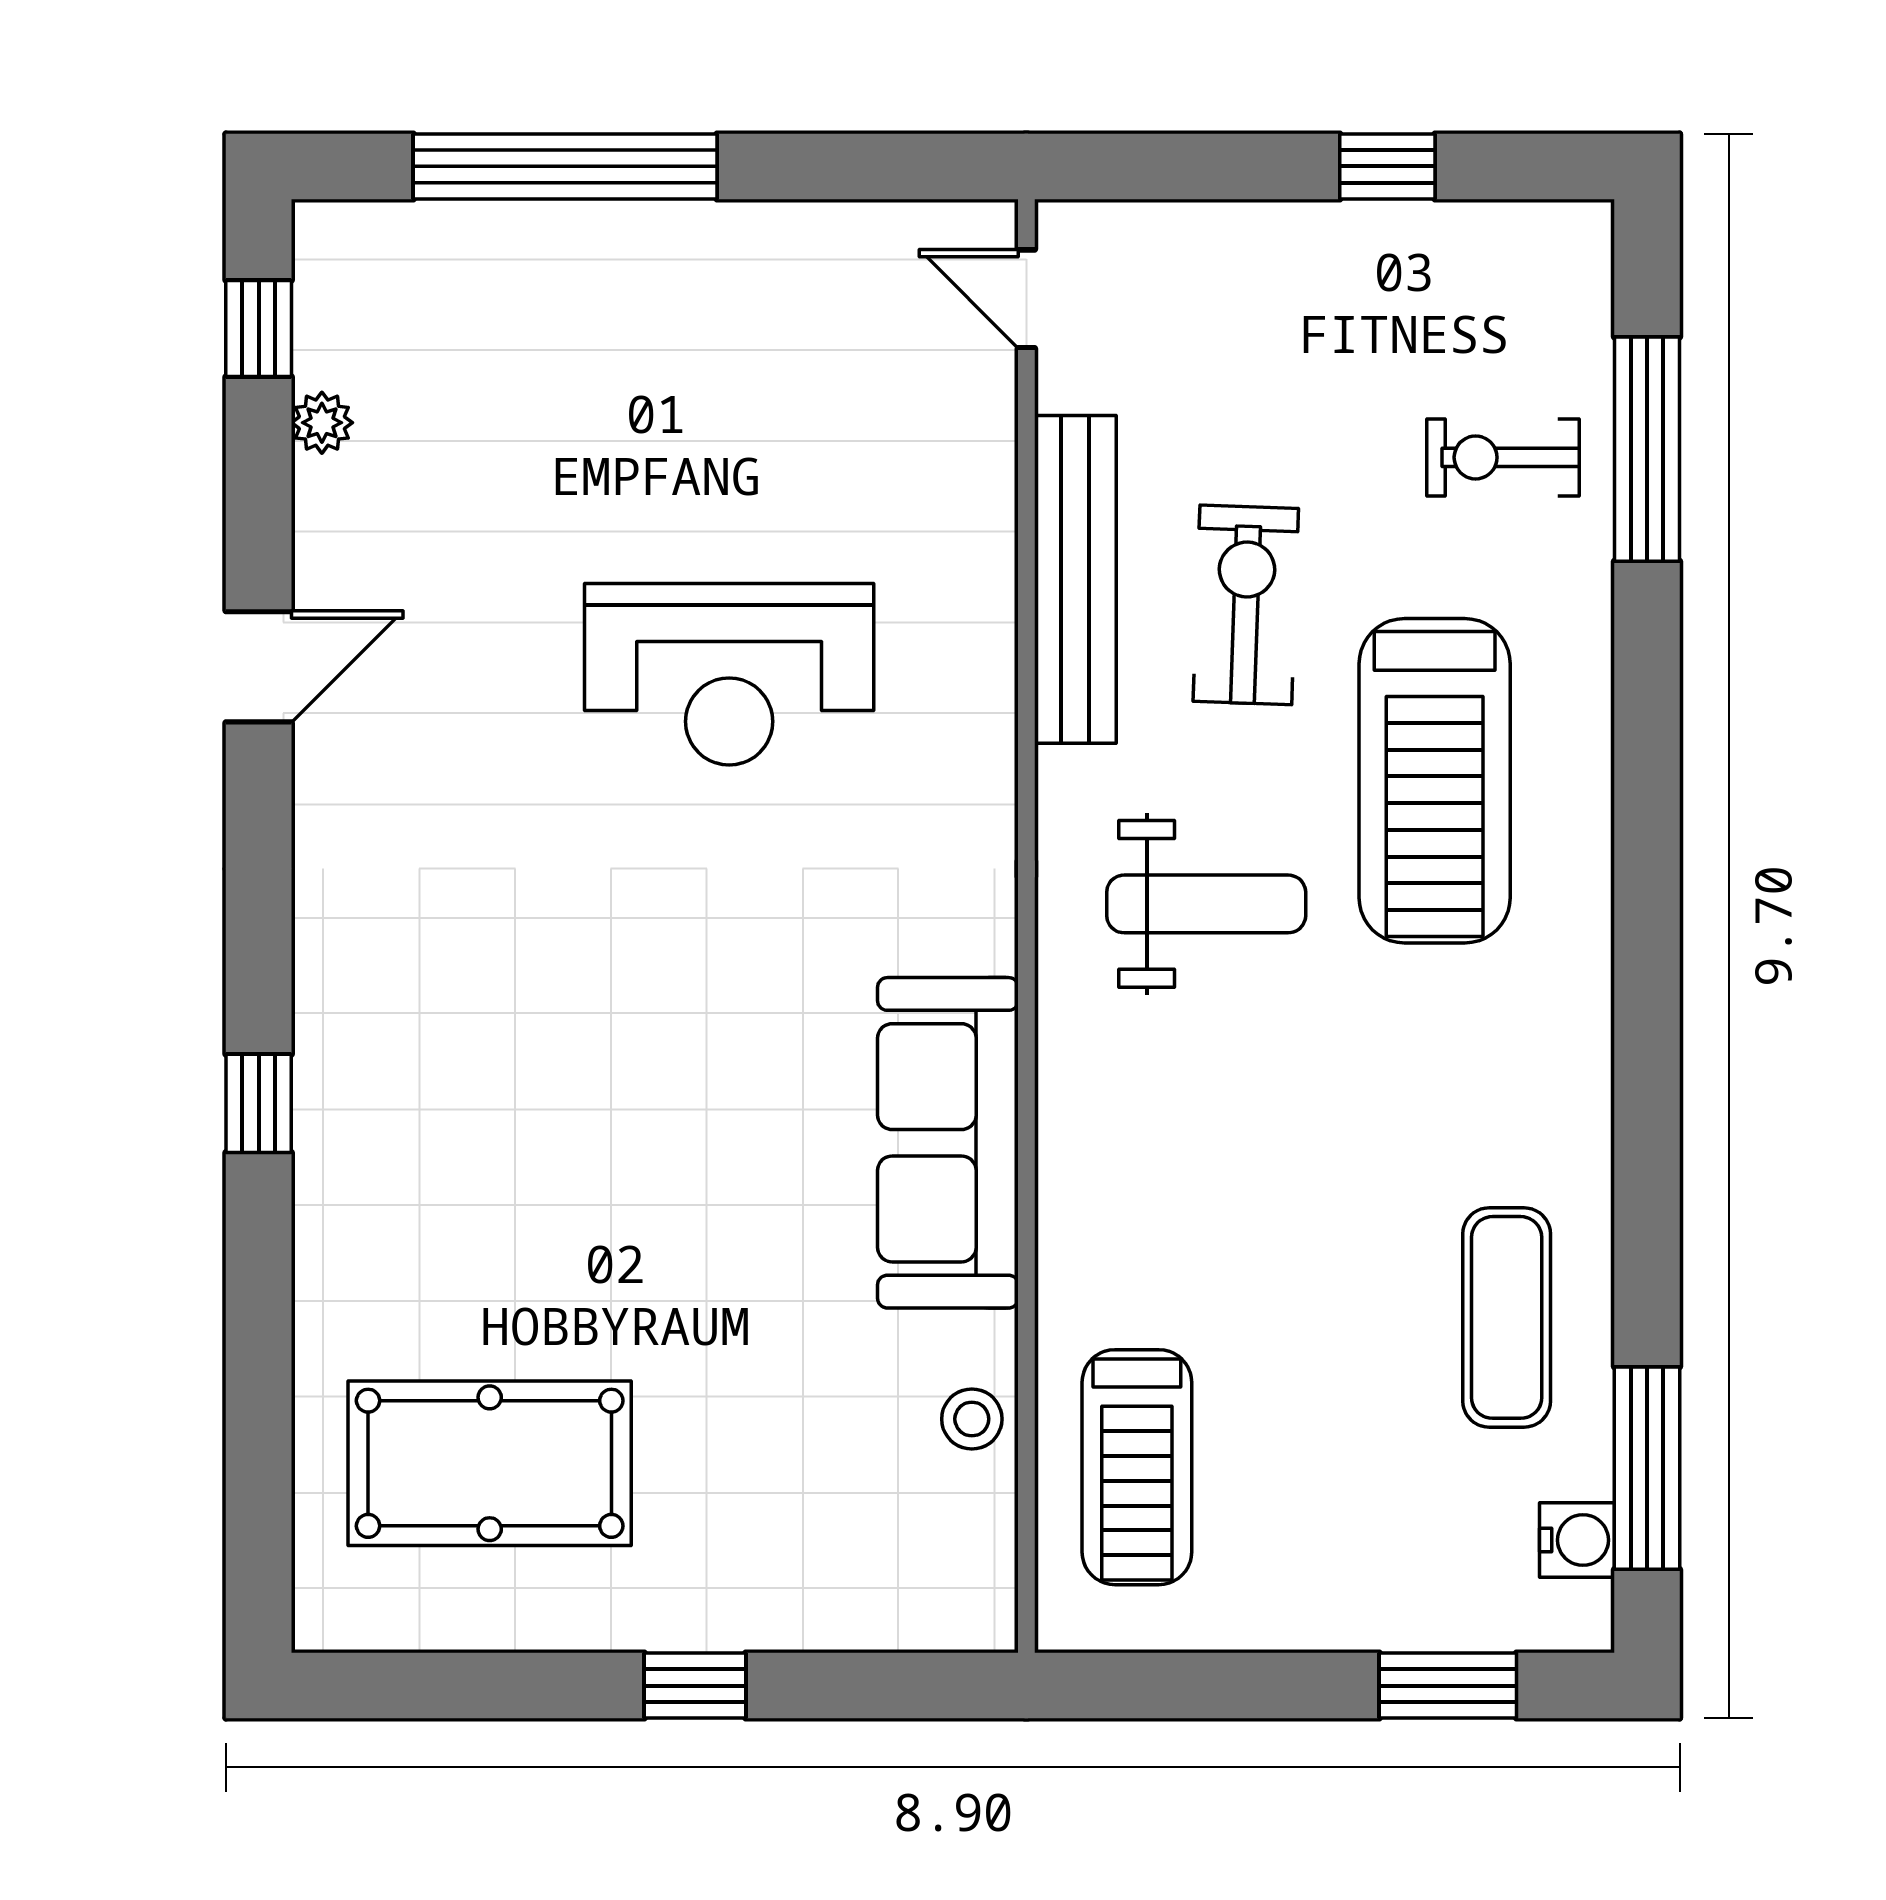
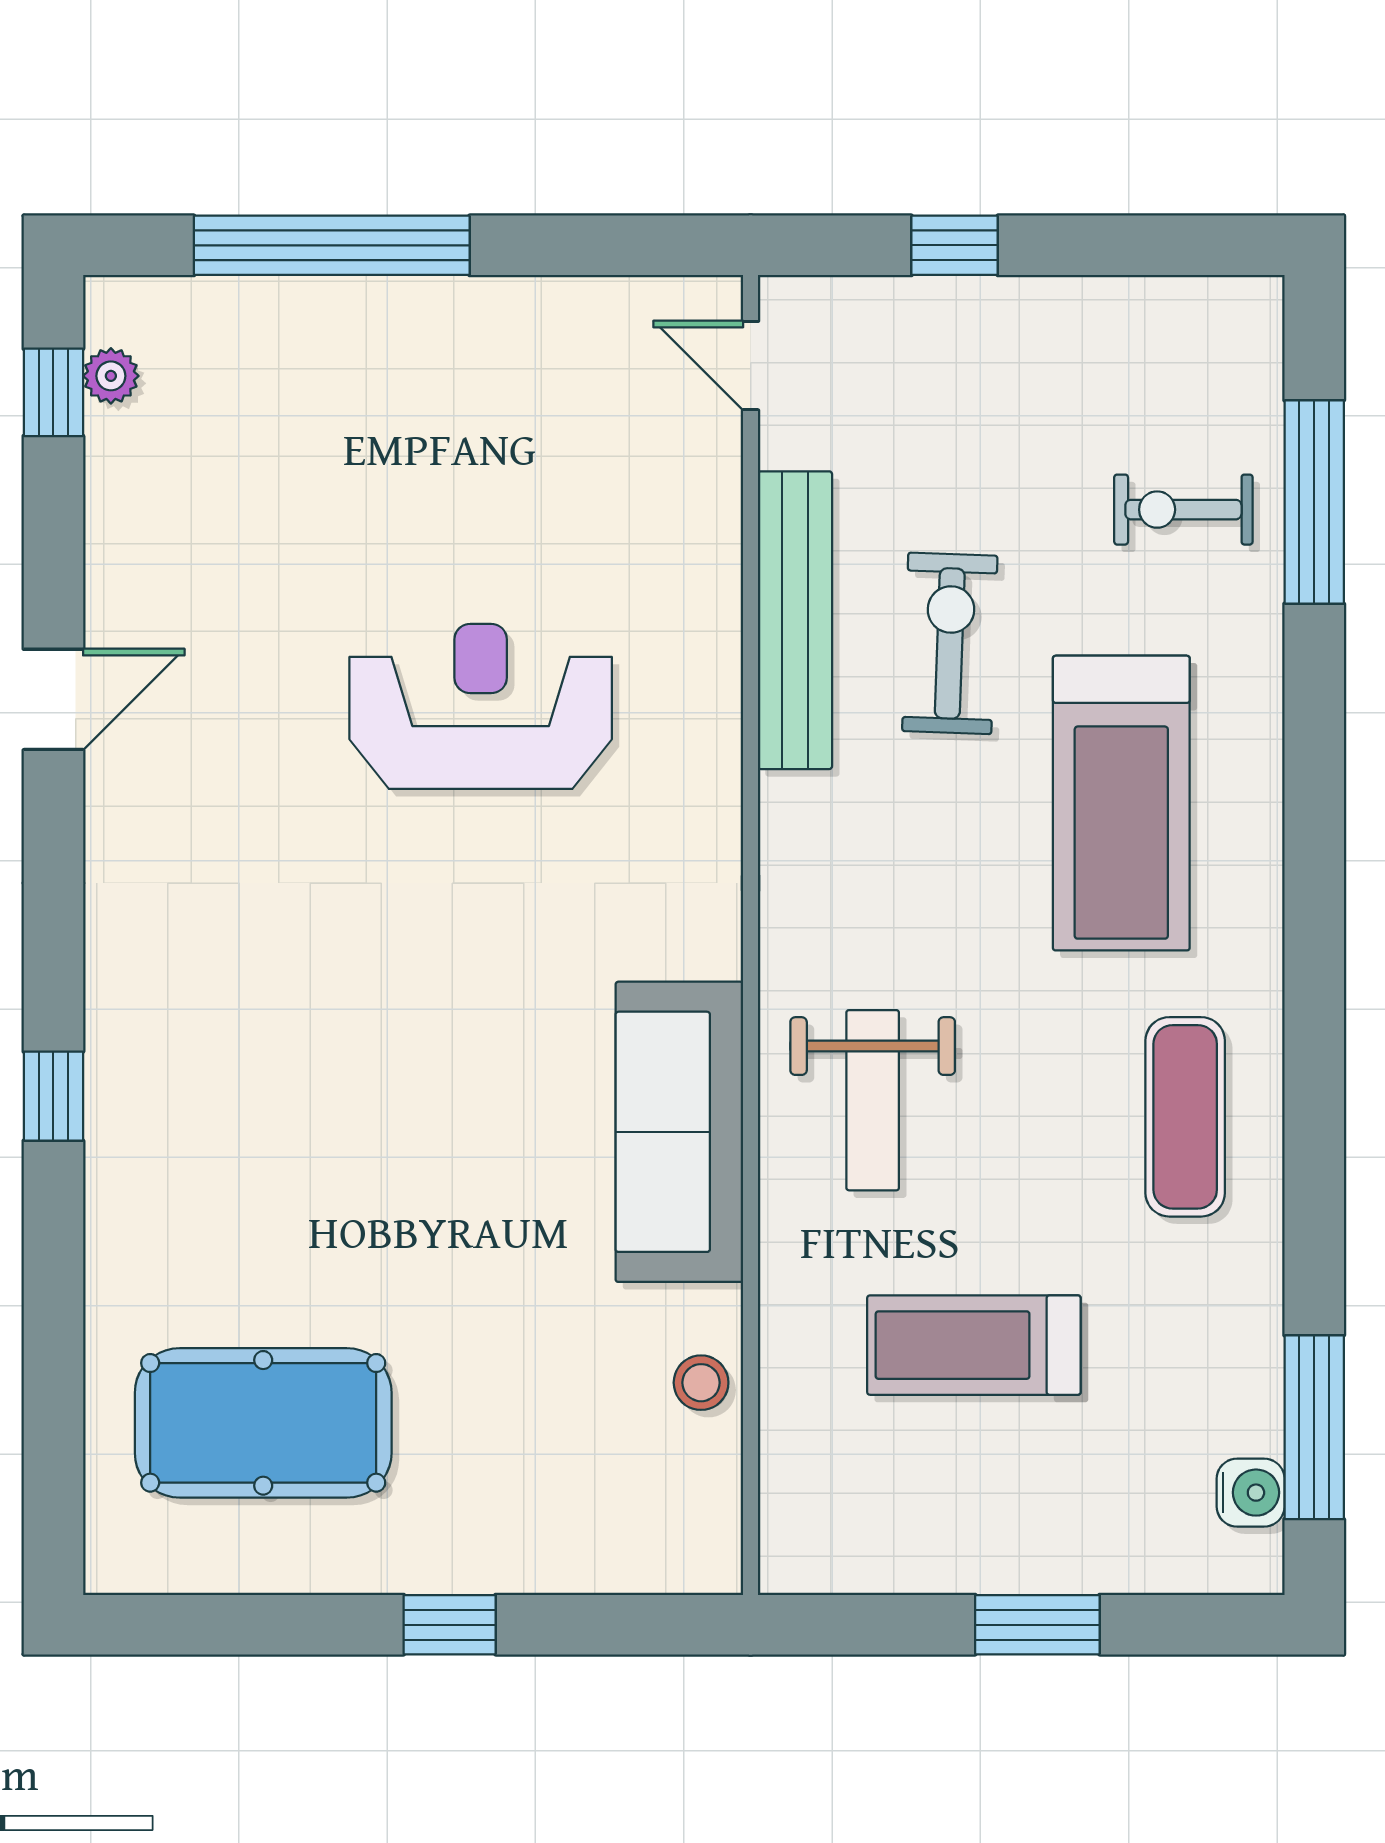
window: (1387, 166) -> (955, 245), moved
plant: (322, 423) -> (111, 376), moved
reception desk: (729, 674) -> (481, 706), turned 180
weight bench: (1206, 904) -> (873, 1100), moved, turned 90
exercise mat: (1507, 1317) -> (1185, 1117), moved
treadmill: (1137, 1467) -> (974, 1345), moved, turned 90
window: (1448, 1686) -> (1037, 1625), moved

